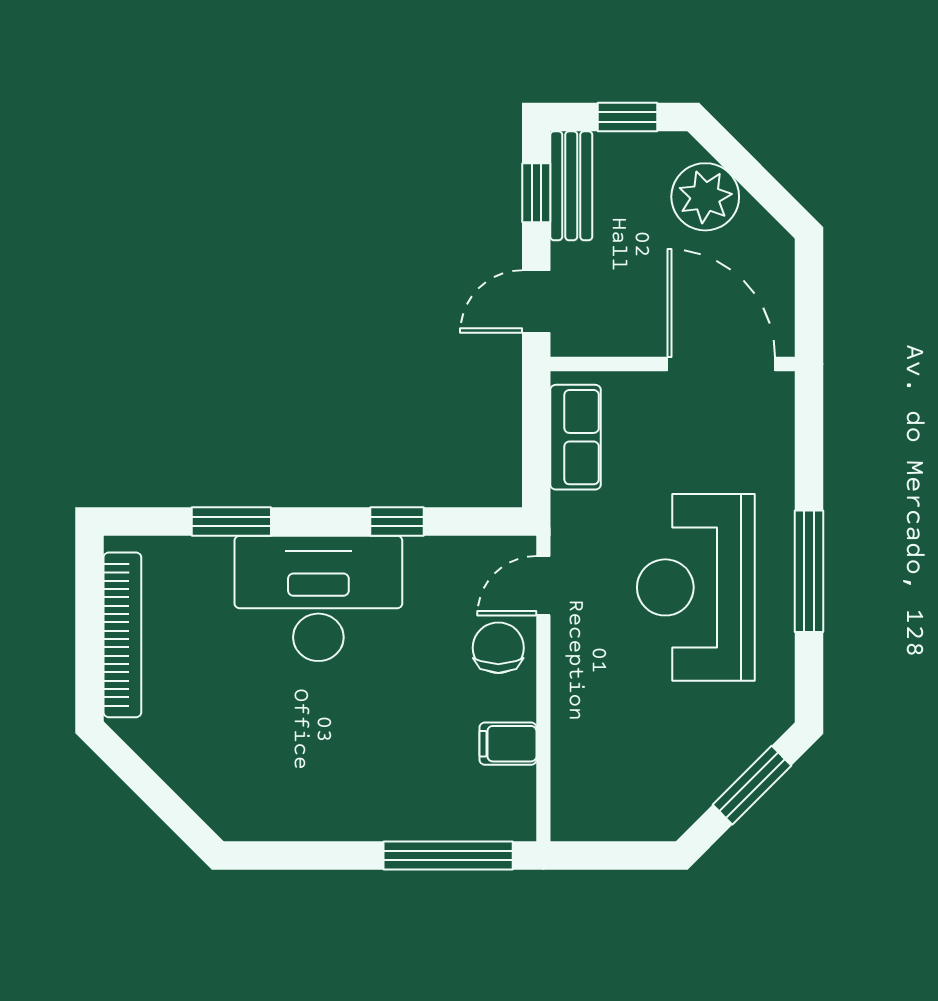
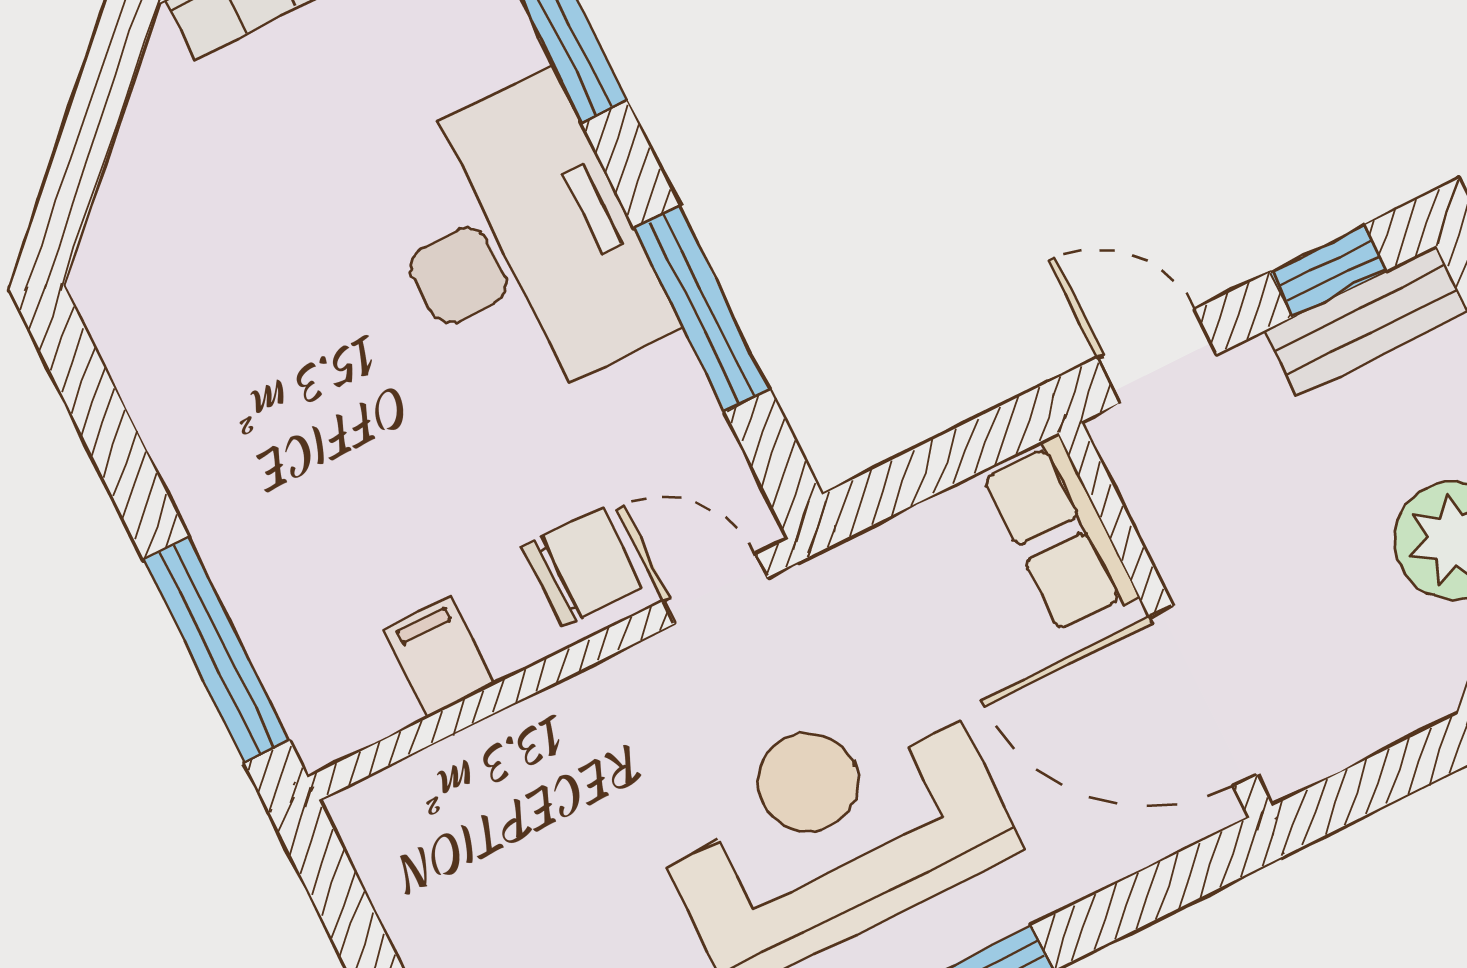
door: (721, 364) -> (1203, 696), swing flipped
row of seats: (575, 437) -> (1060, 535), moved, turned 90
window: (397, 522) -> (702, 309), width x2.17

